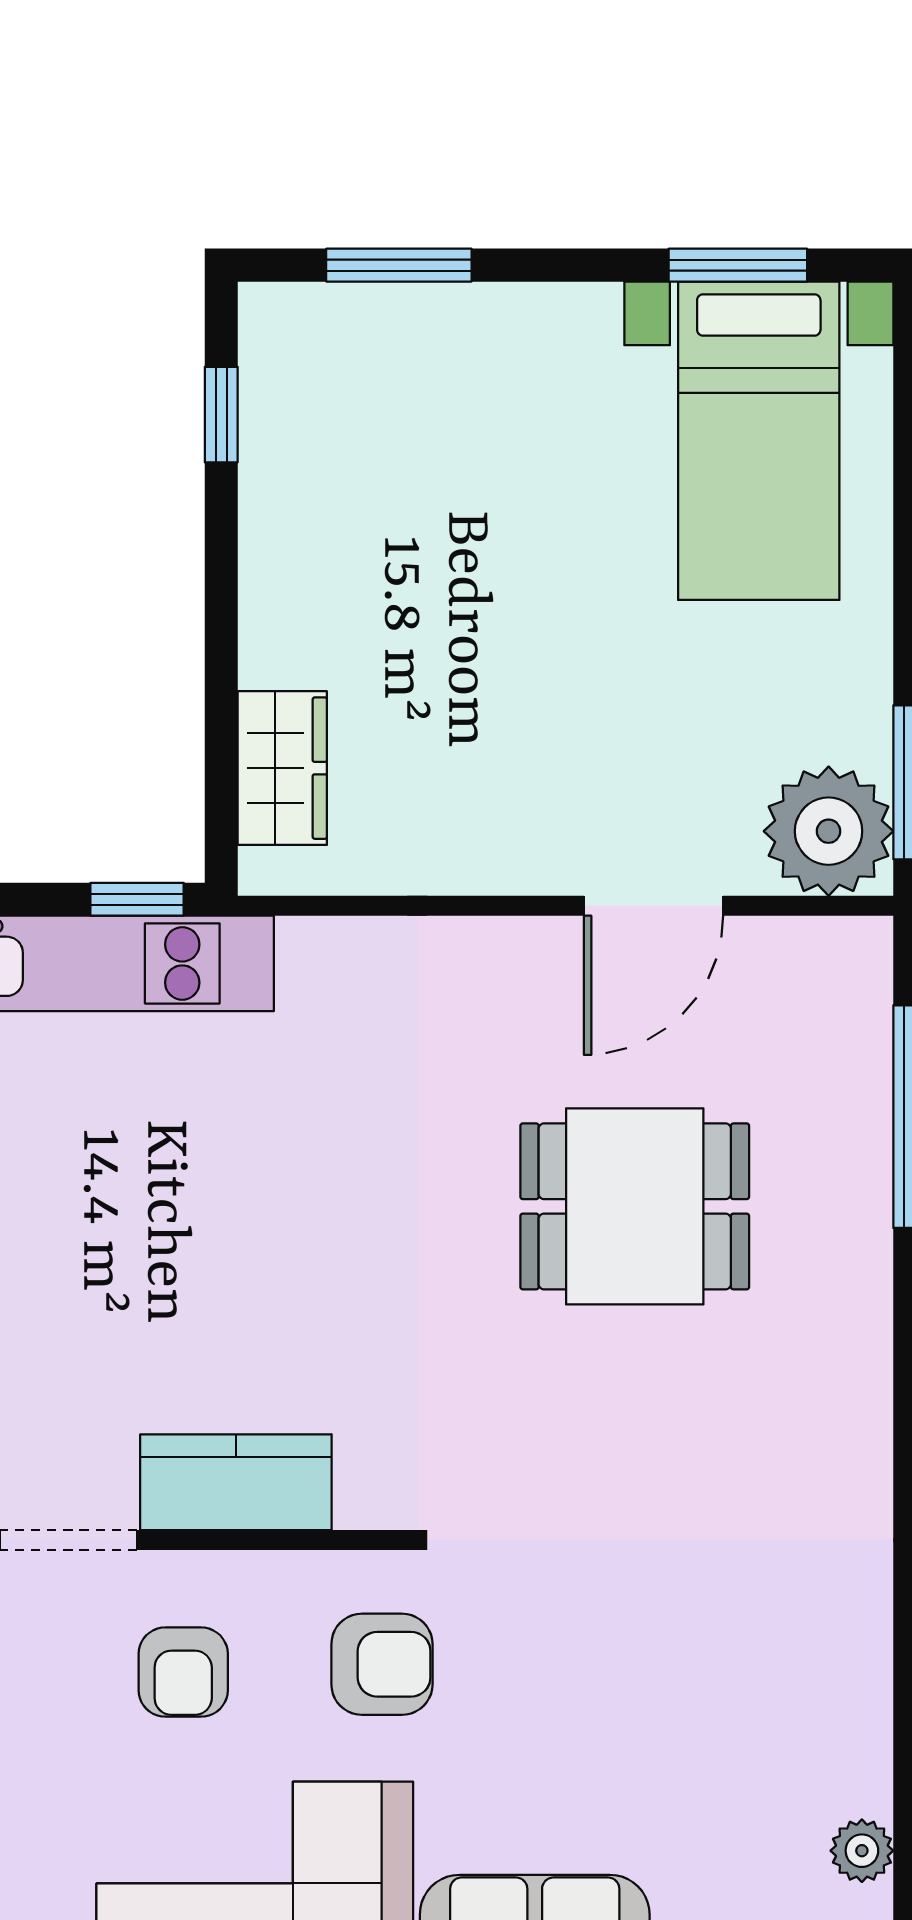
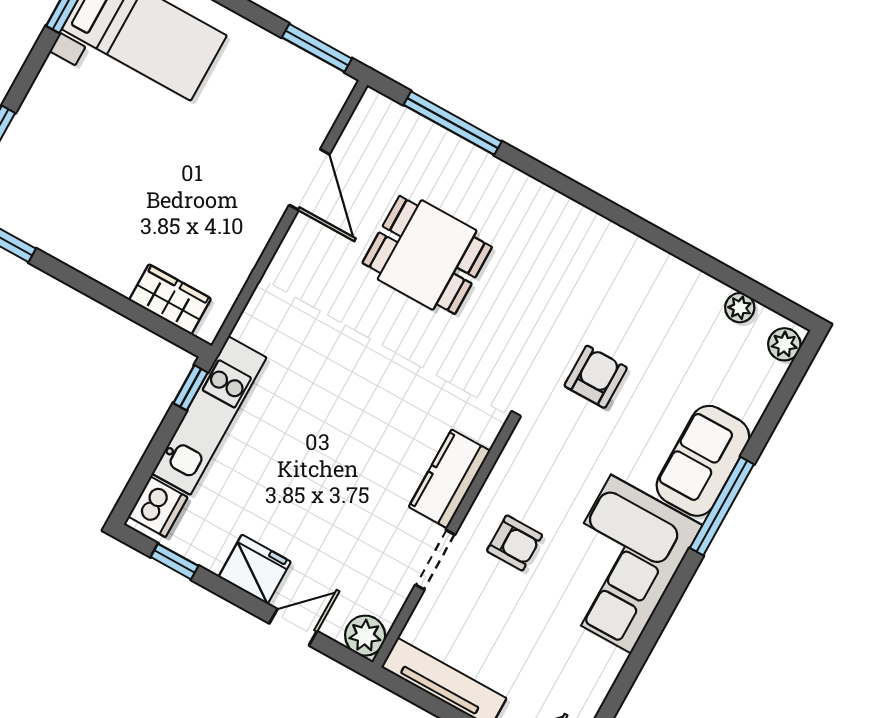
plant: (829, 831) -> (318, 92), removed
dining table: (635, 1206) -> (427, 255), turned 90
armchair: (382, 1664) -> (596, 377), moved

